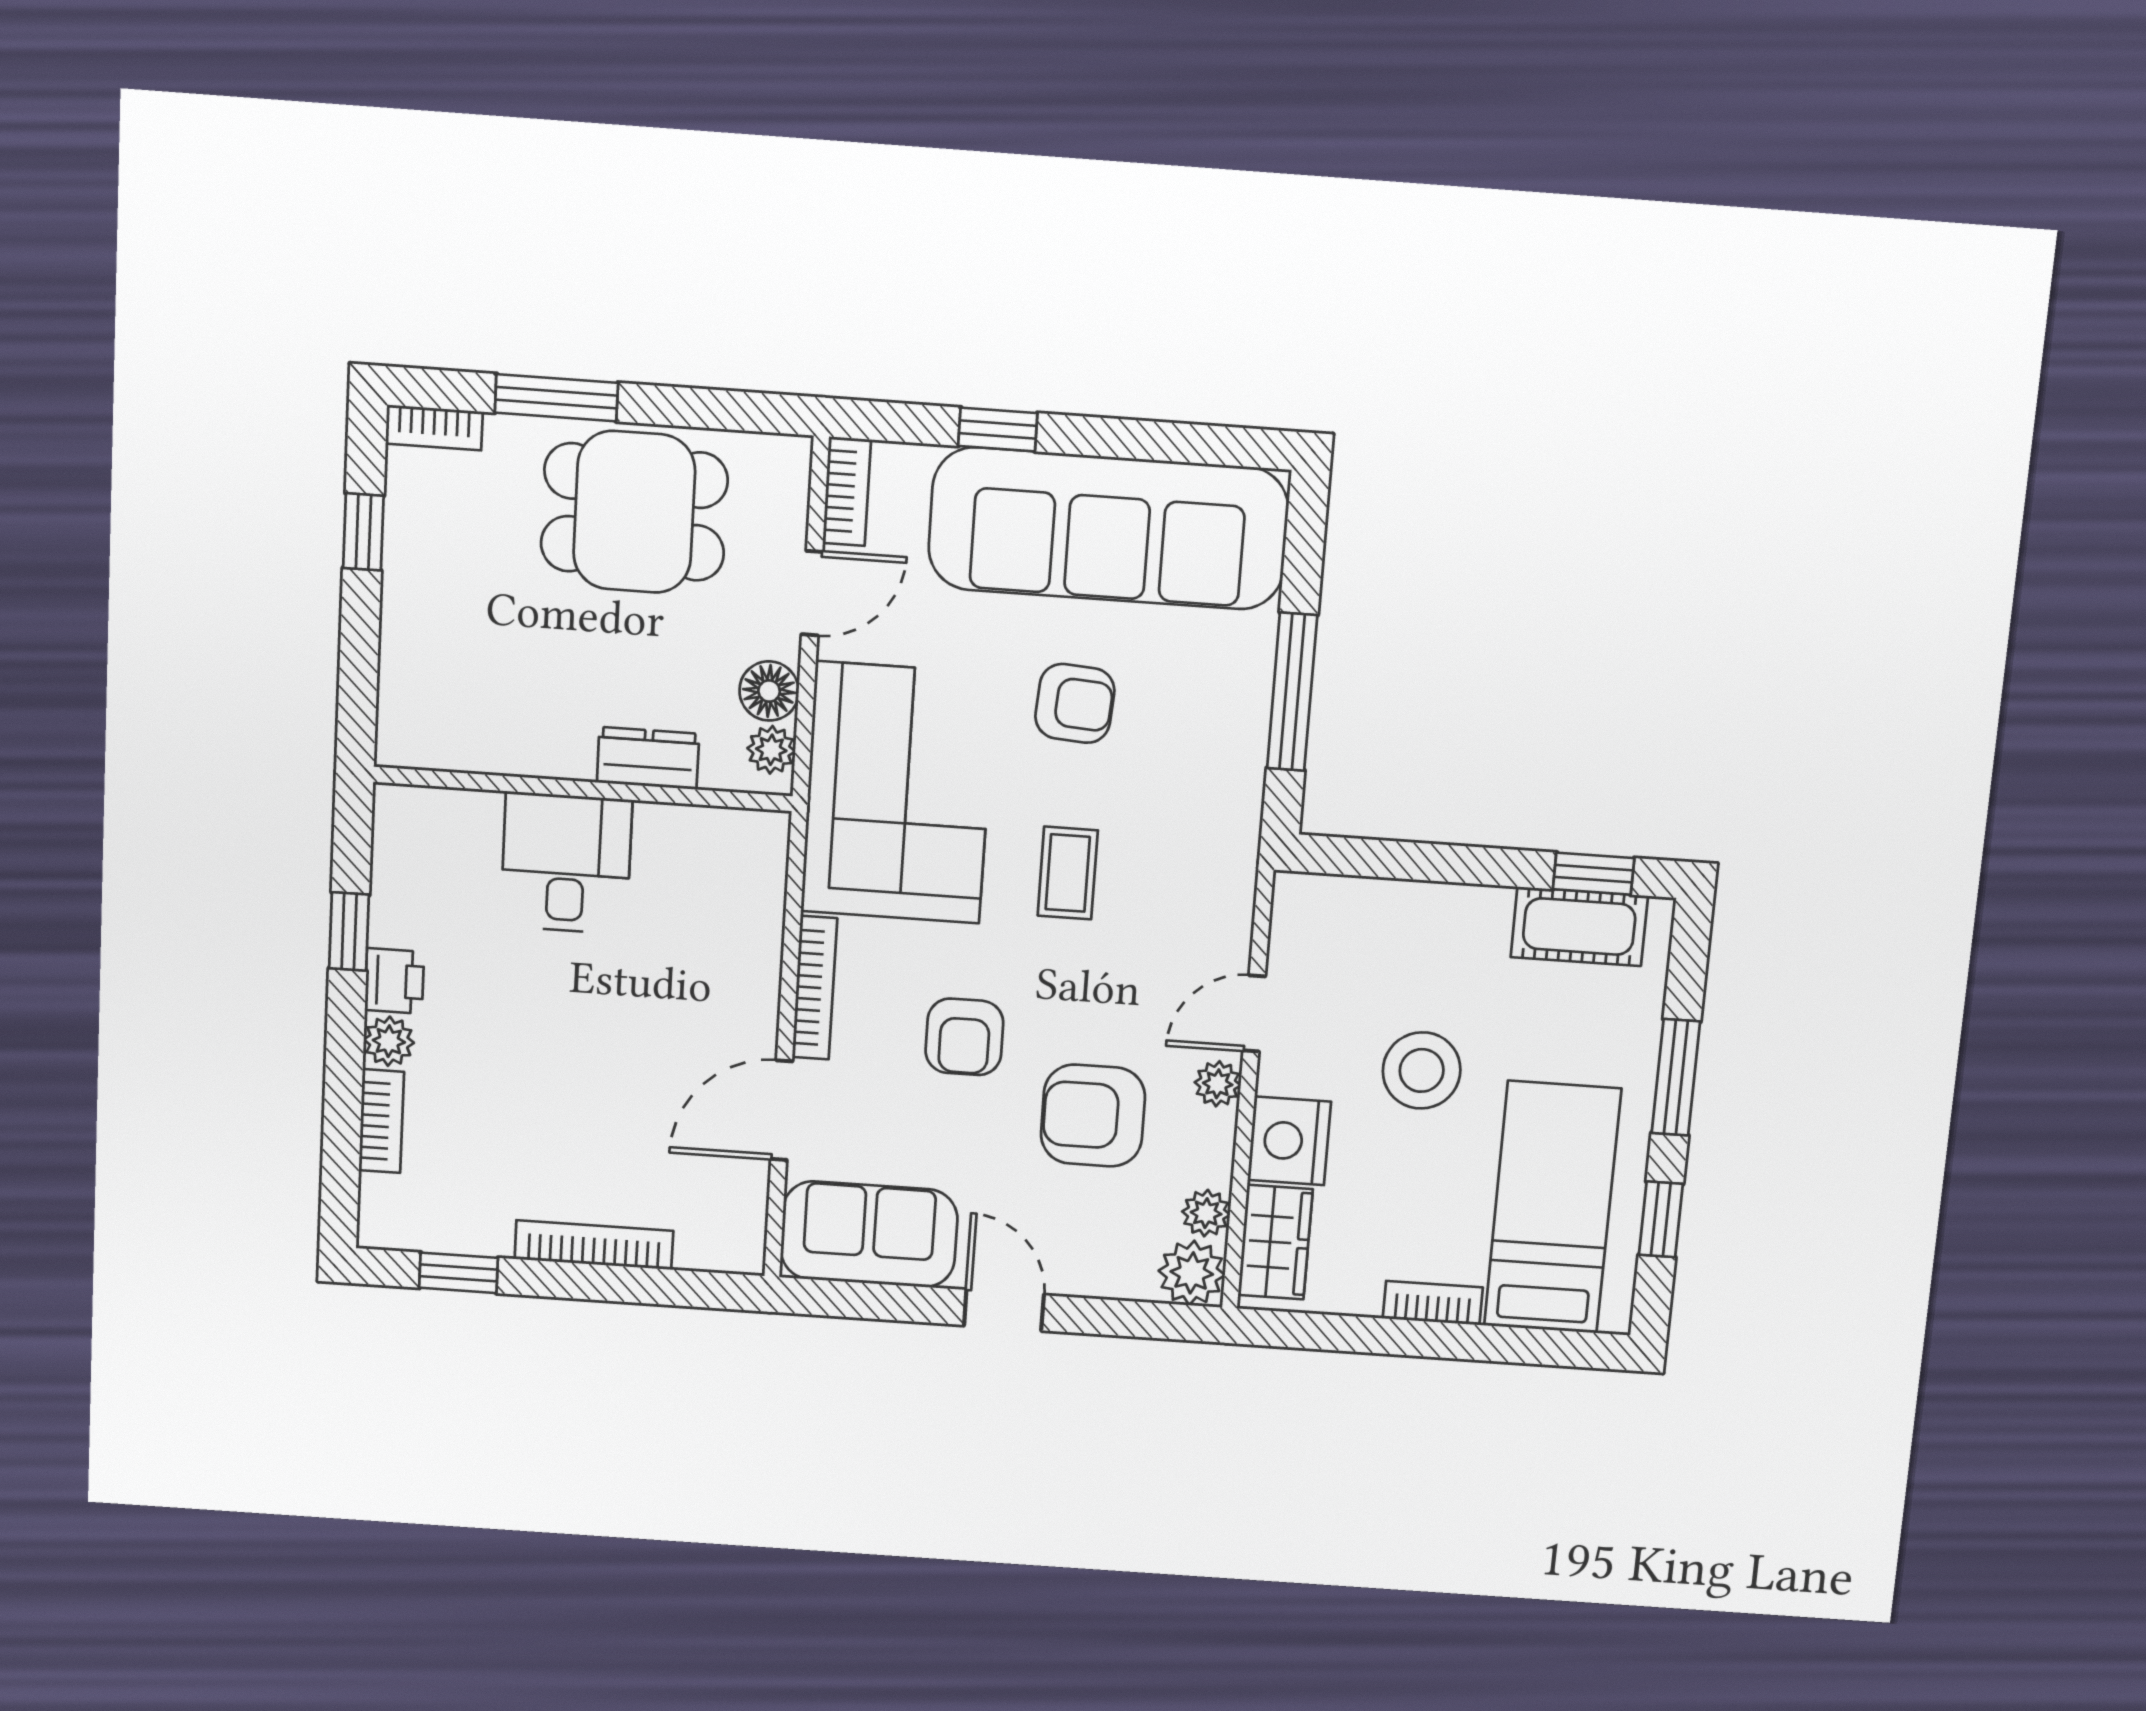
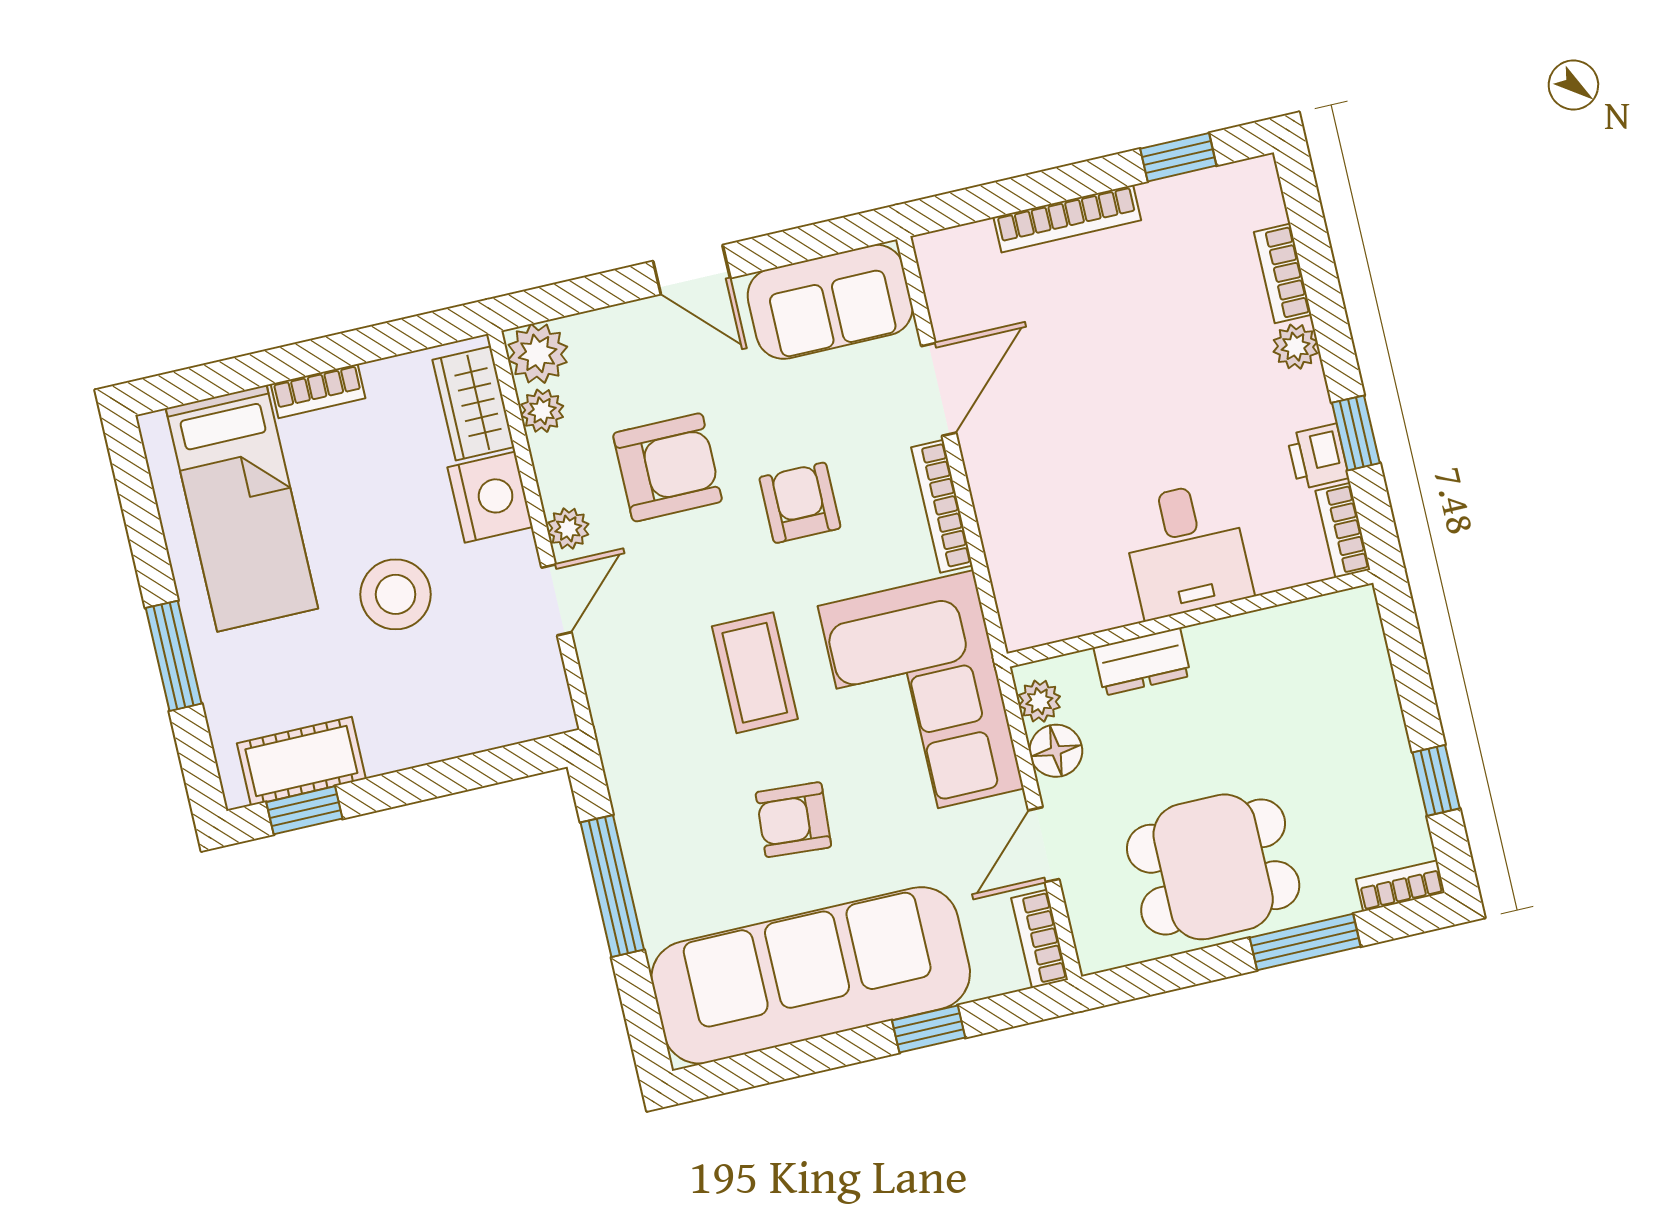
bookcase: (391, 833) -> (1343, 530), added
coffee table: (1068, 873) -> (755, 673), width x1.36, depth x1.30
printer: (394, 981) -> (1318, 456), moved
window: (1661, 1219) -> (144, 527), removed

